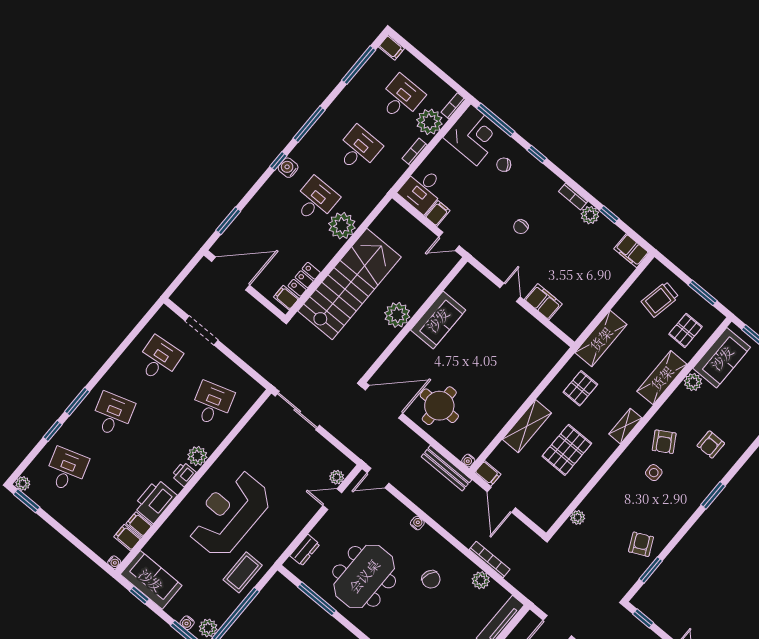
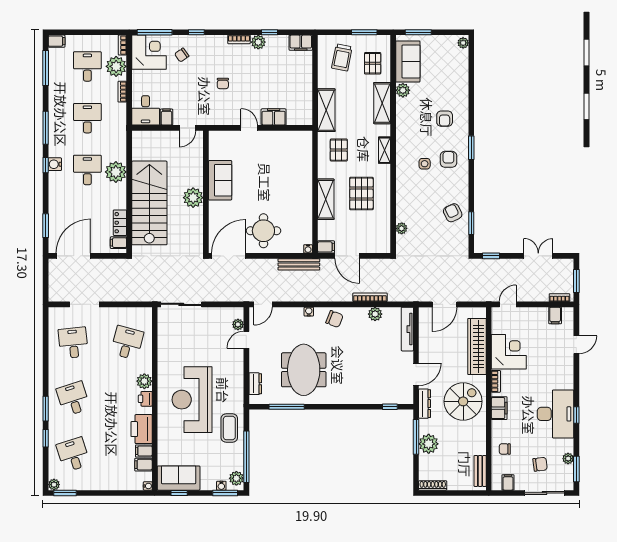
desk: (212, 404) -> (127, 343), turned 33
armchair: (664, 442) -> (448, 159), moved, turned -149
chair: (431, 579) -> (334, 319), moved

